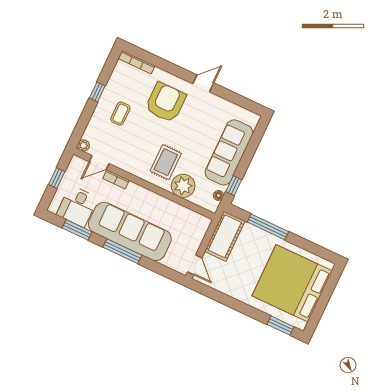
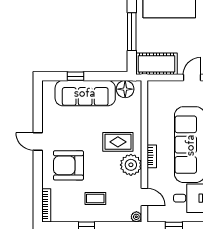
bookcase: (116, 179) -> (152, 156), moved
plant: (183, 186) -> (131, 165), moved
window: (234, 186) -> (75, 76), moved
floor lamp: (218, 195) -> (125, 89), width x1.89, depth x1.89

